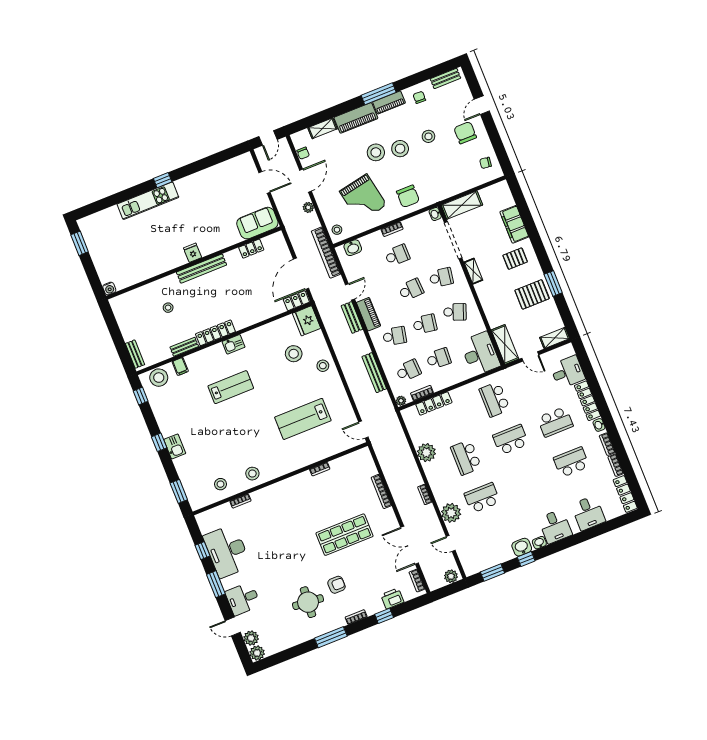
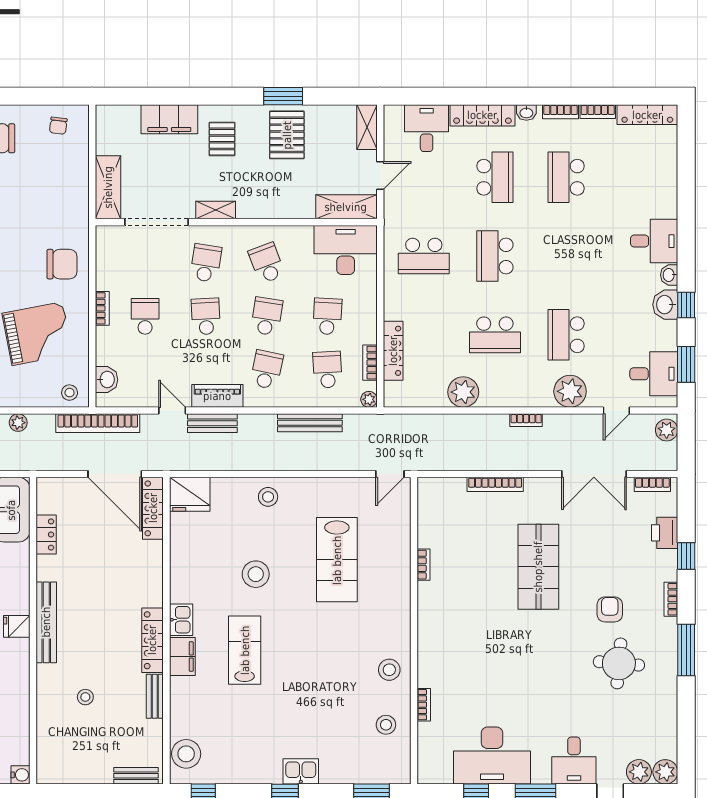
washbasin: (435, 214) -> (105, 233), removed
locker: (296, 301) -> (153, 508), width x1.53
school desk: (455, 312) -> (267, 263), turned -42
stool: (294, 354) -> (256, 574), moved
filing cabinet: (180, 366) -> (182, 656), moved, width x2.00
desk: (588, 513) -> (654, 374), moved

